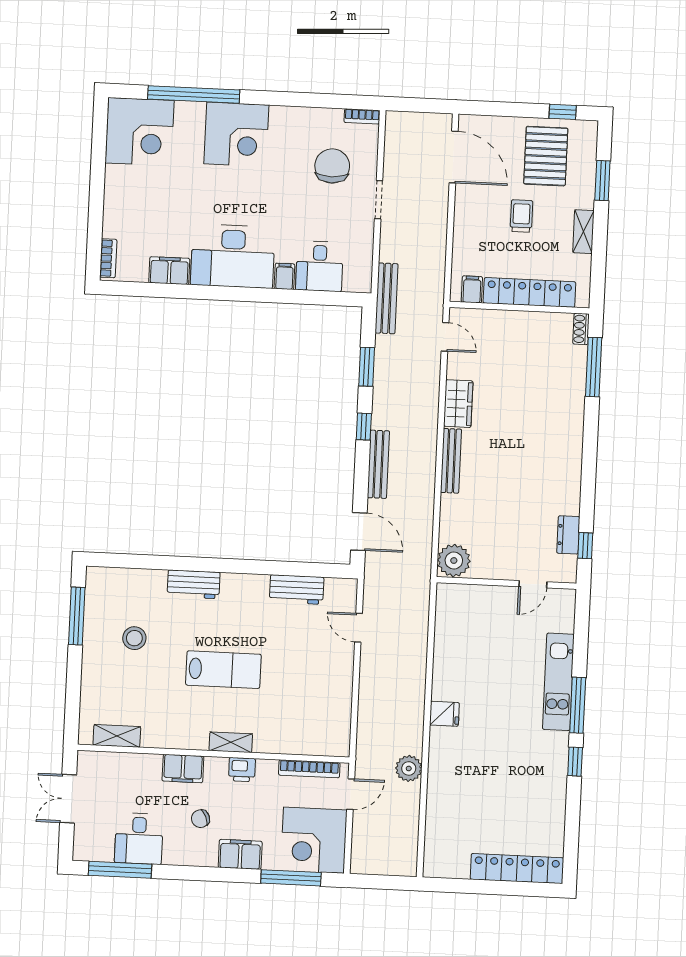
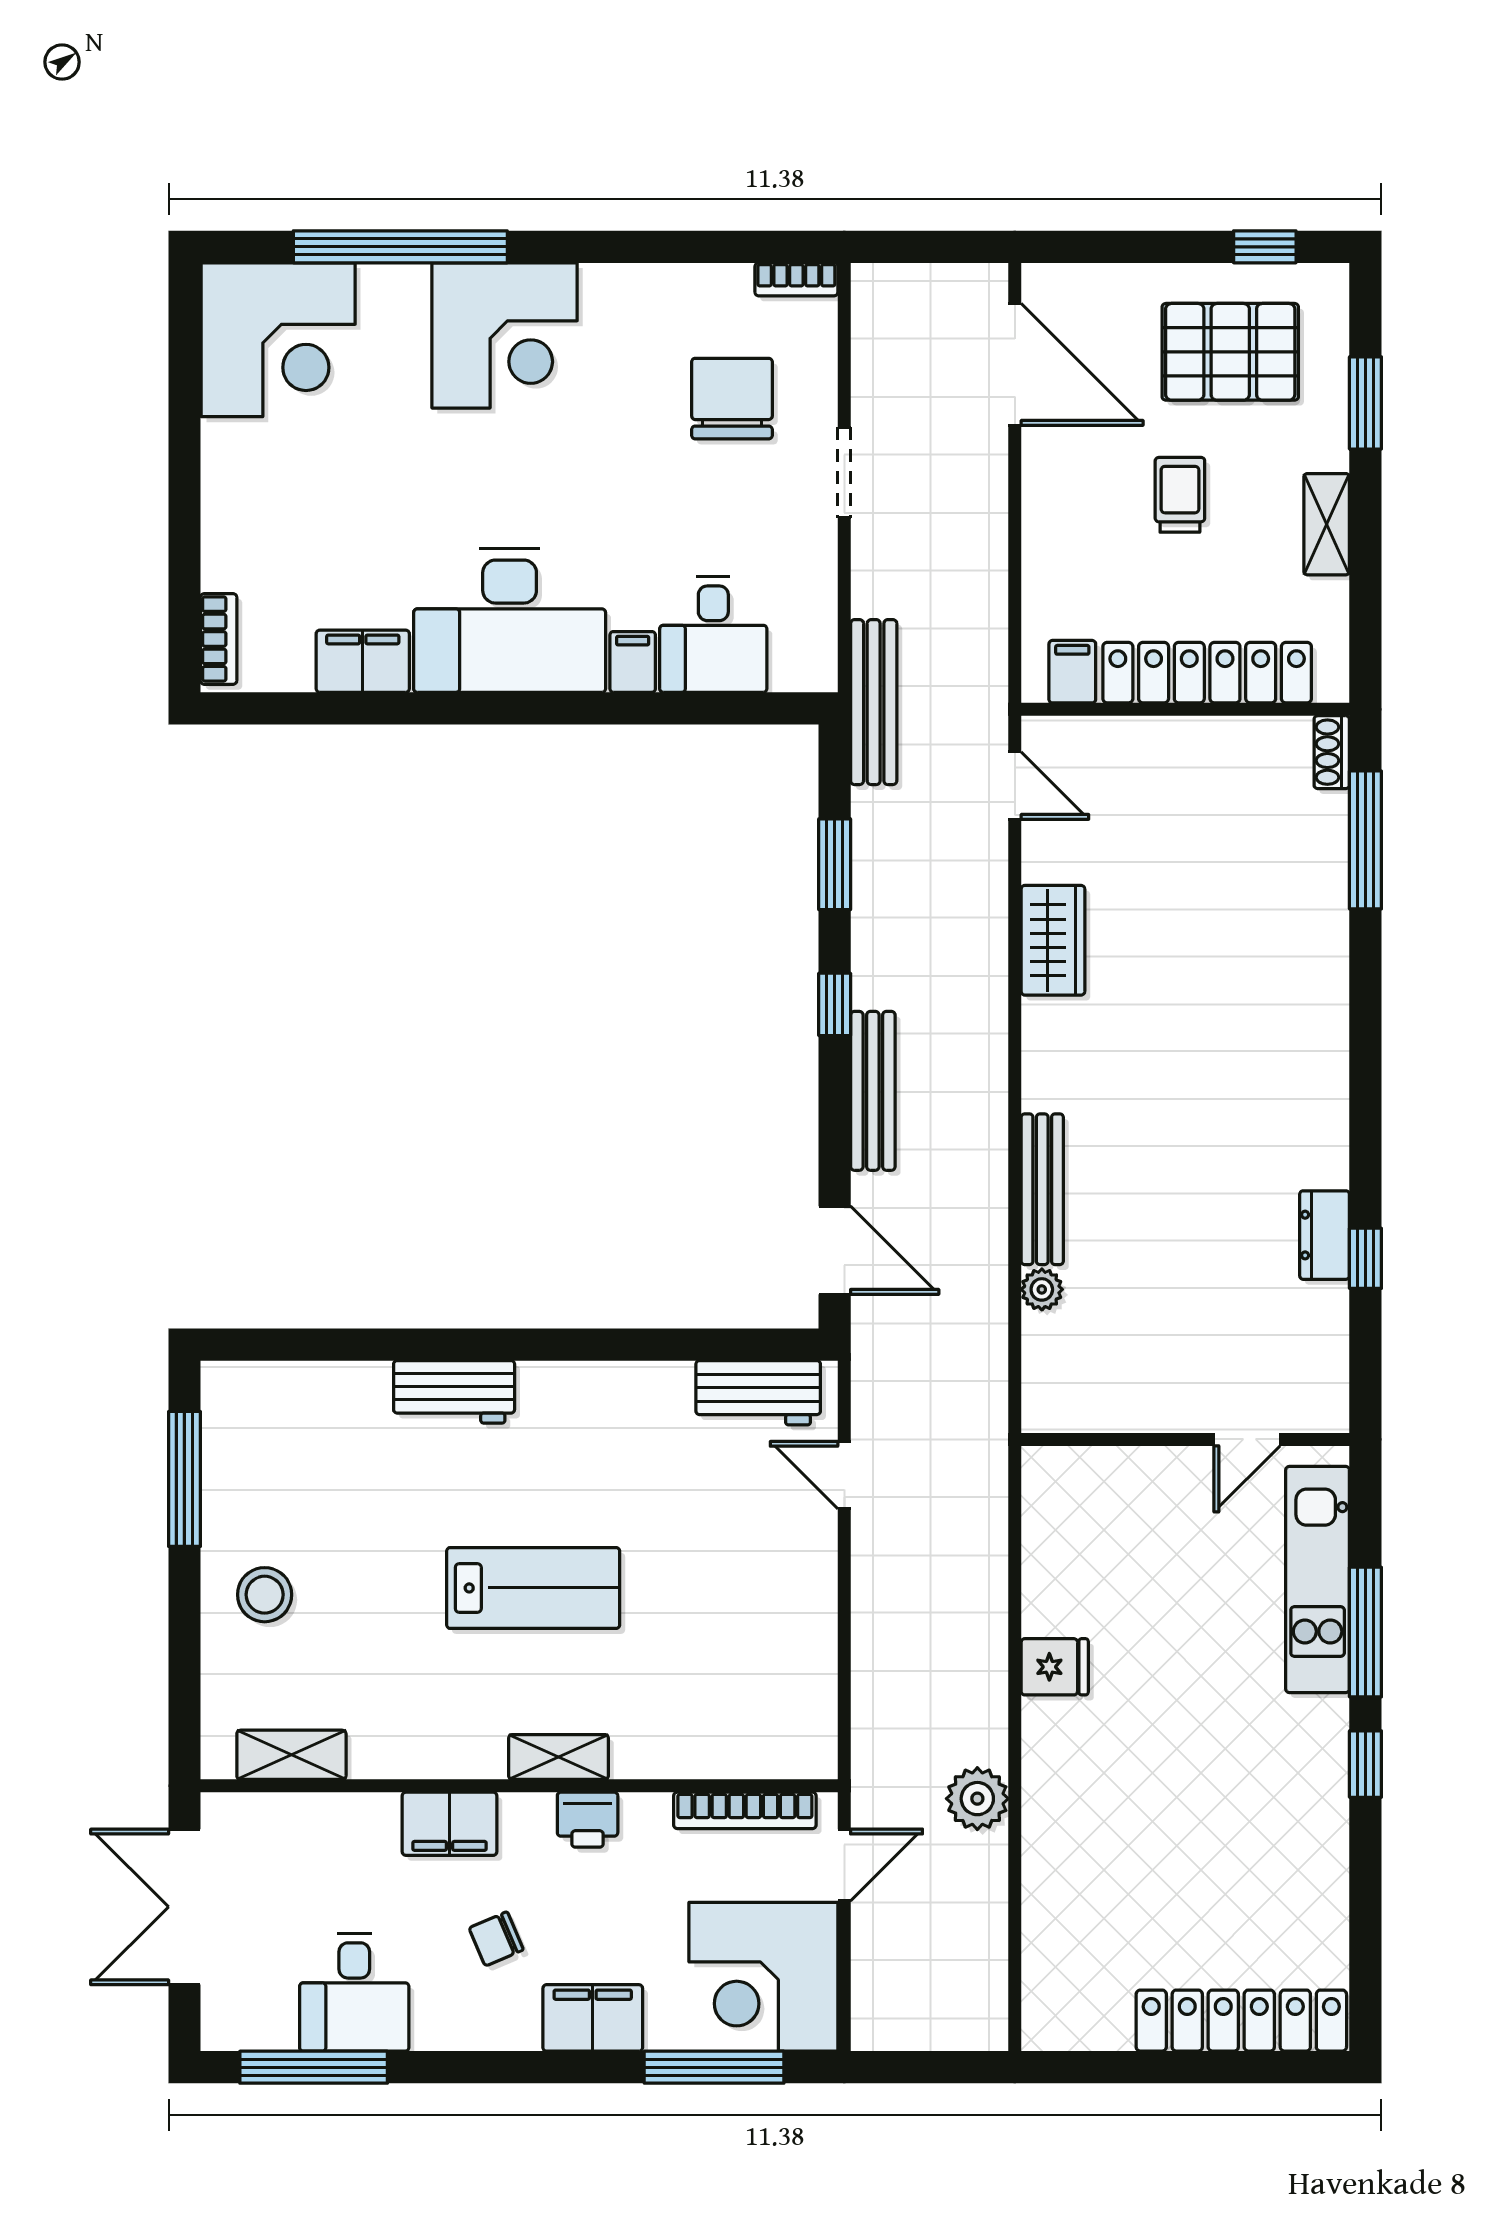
pallet: (546, 156) -> (1230, 352), turned 90
bench: (451, 461) -> (1042, 1189), moved
plant: (454, 561) -> (1042, 1289), width x0.53, depth x0.53
wall: (506, 583) -> (1185, 1439), moved
door: (533, 584) -> (1247, 1439), moved
workbench: (297, 590) -> (758, 1393), moved
stool: (134, 638) -> (265, 1595), moved
double door: (68, 799) -> (184, 1907), width x1.37

